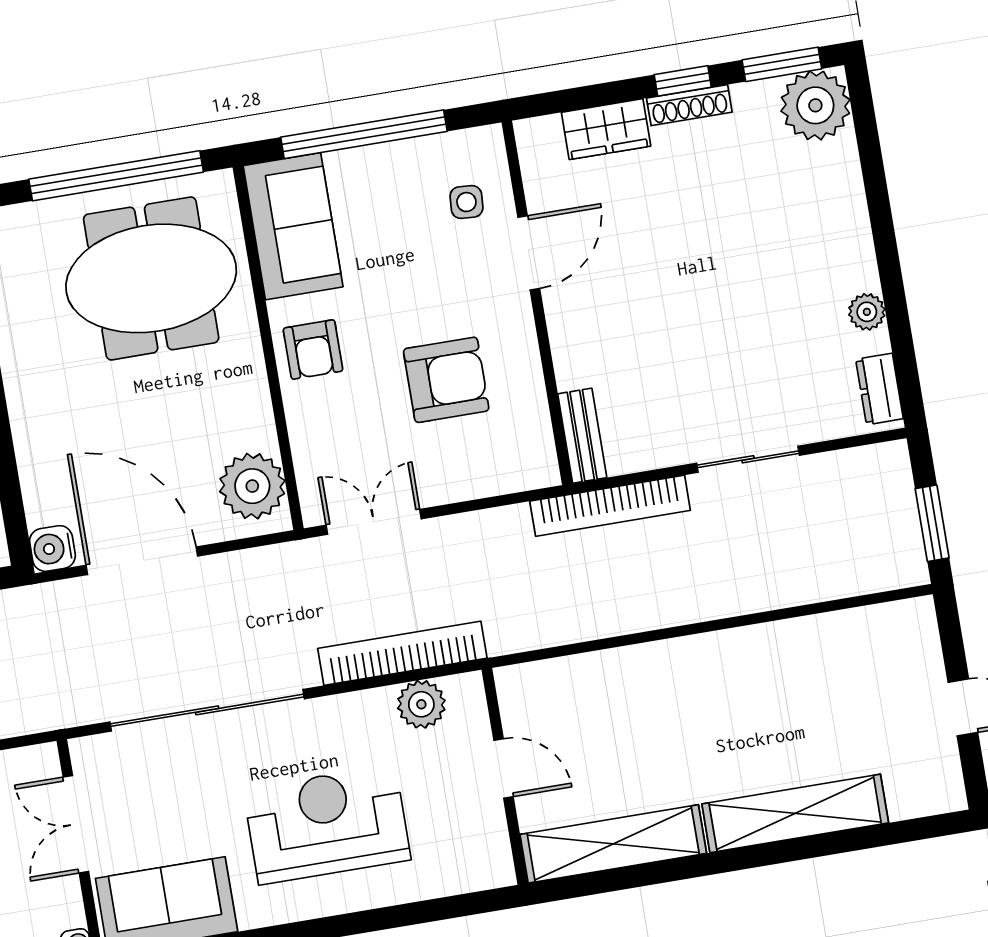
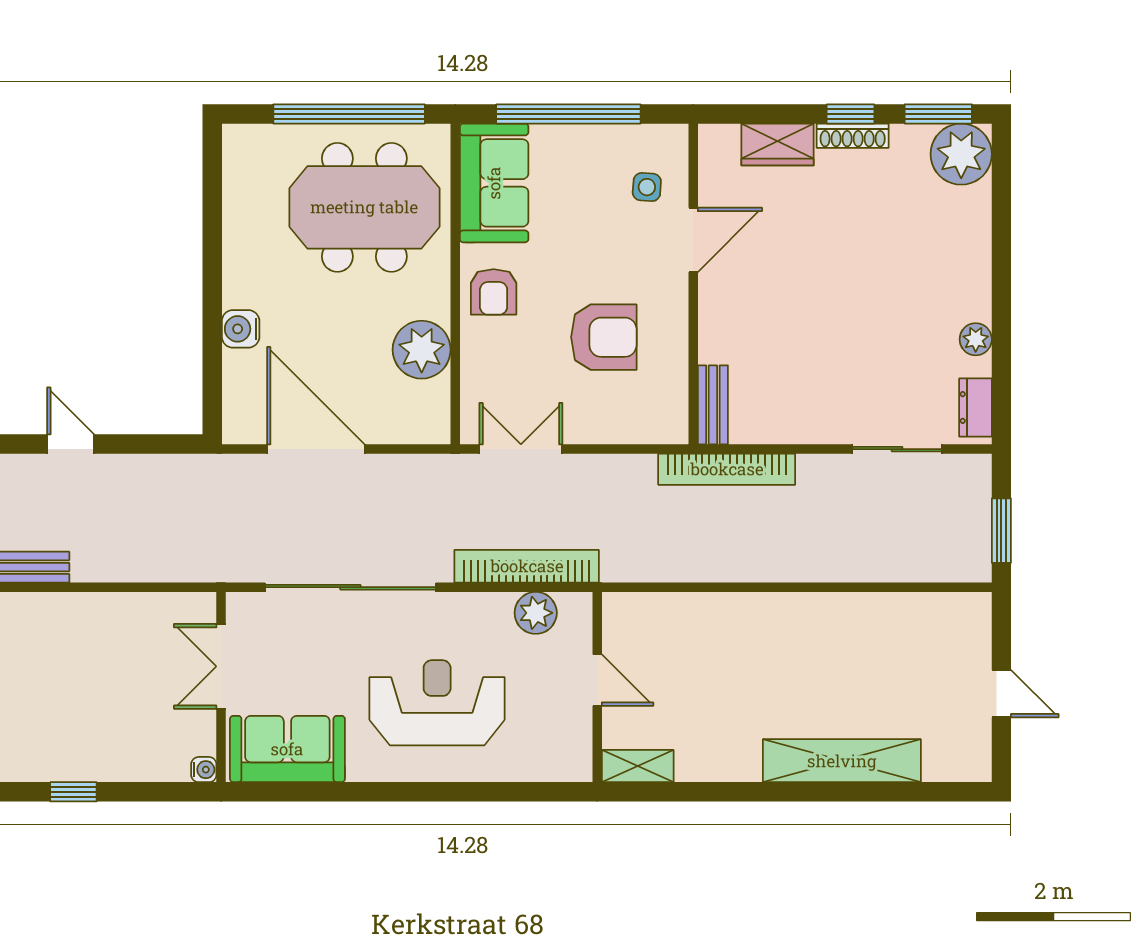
sliding door: (748, 459) -> (897, 449), moved
plant: (252, 486) -> (422, 350), moved
water cooler: (52, 548) -> (241, 329), moved
shelving: (613, 844) -> (638, 766), width x0.45, depth x0.75

